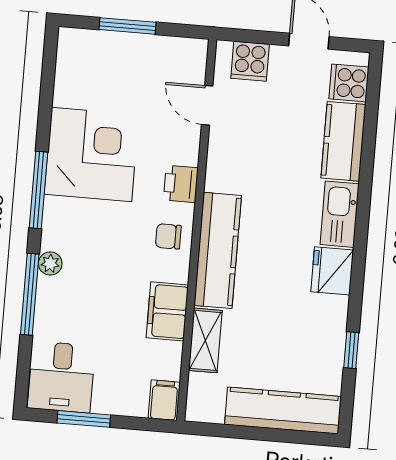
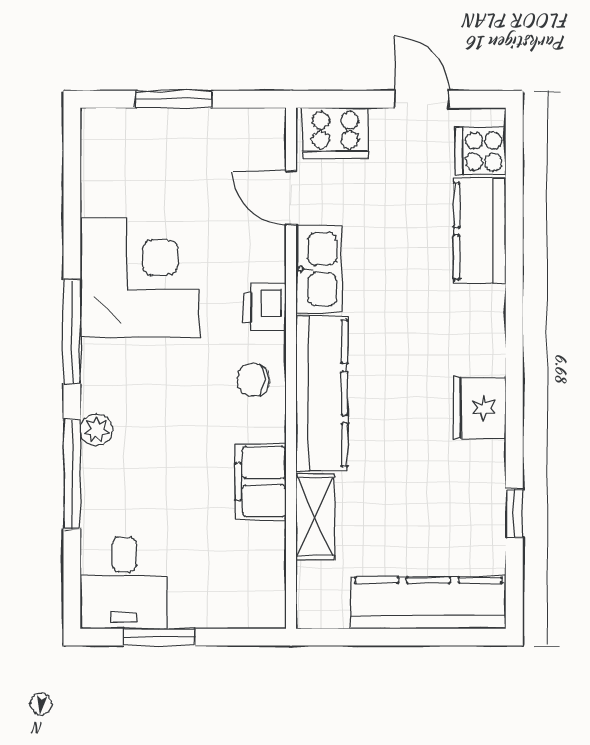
cooker: (250, 61) -> (335, 133), width x1.36
kitchen sink: (340, 214) -> (319, 269), moved, turned 180
filing cabinet: (164, 400) -> (266, 602), removed

